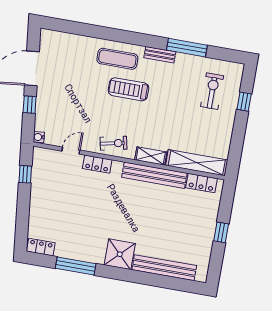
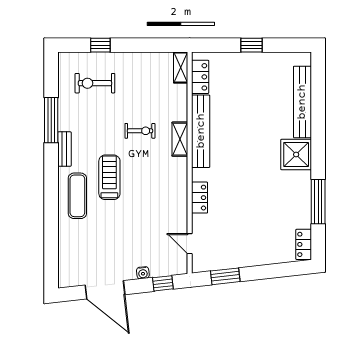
treadmill: (128, 89) -> (109, 177), turned 180
window: (30, 105) -> (163, 283), moved
water cooler: (39, 137) -> (143, 273), moved
exercise bike: (114, 143) -> (140, 131), moved, turned 102
door: (71, 151) -> (190, 244), moved
shelving: (197, 163) -> (181, 67), width x0.45, depth x0.75
window: (25, 174) -> (225, 276), width x1.50

